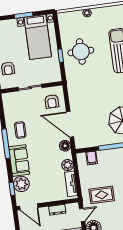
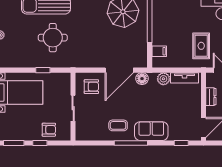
round table: (81, 52) -> (53, 38), moved
plant: (21, 184) -> (177, 132), removed

